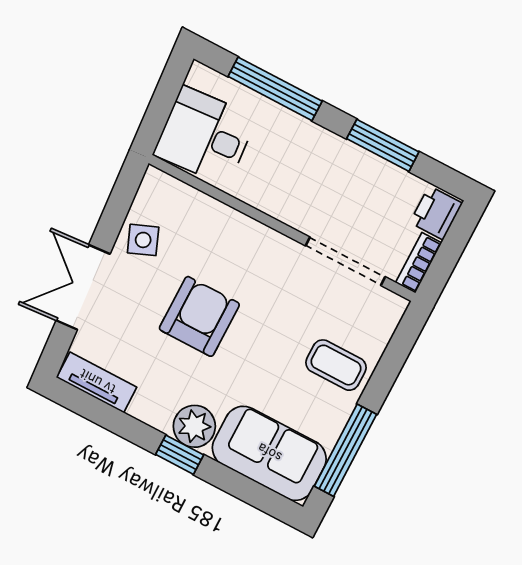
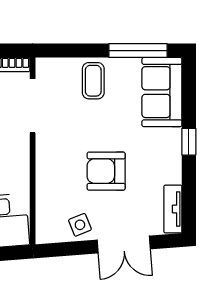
plant: (194, 426) -> (169, 142), removed

